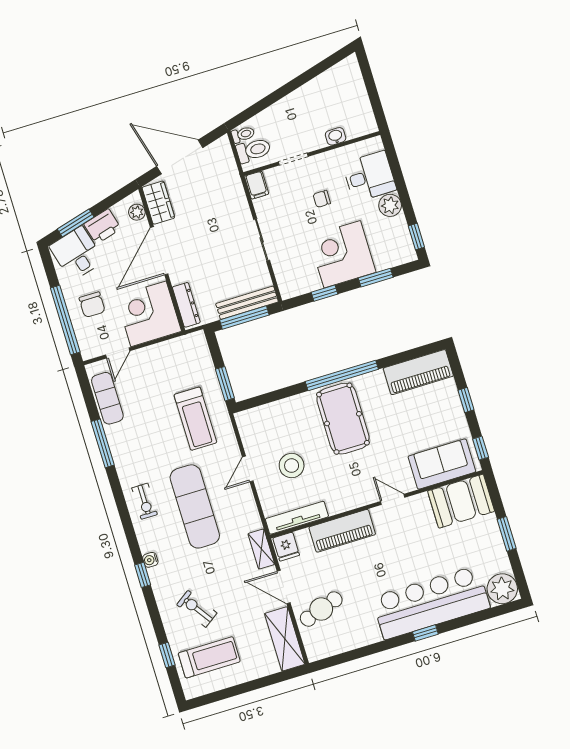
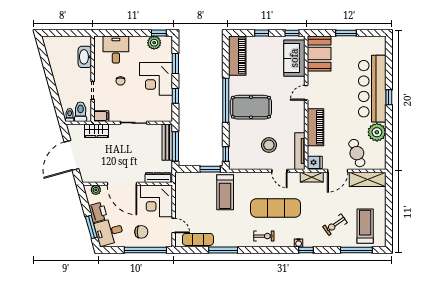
washbasin: (336, 136) -> (85, 57), width x1.91, depth x1.45
wardrobe: (158, 203) -> (96, 131), moved, turned 180
plant: (390, 205) -> (154, 43), moved
window: (257, 401) -> (226, 154), added
treadmill: (195, 419) -> (225, 192), turned 90
door: (248, 469) -> (279, 171), moved
plant: (502, 589) -> (377, 132), moved
window: (167, 655) -> (356, 250), width x2.17

